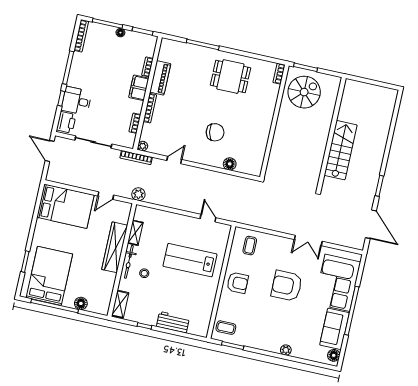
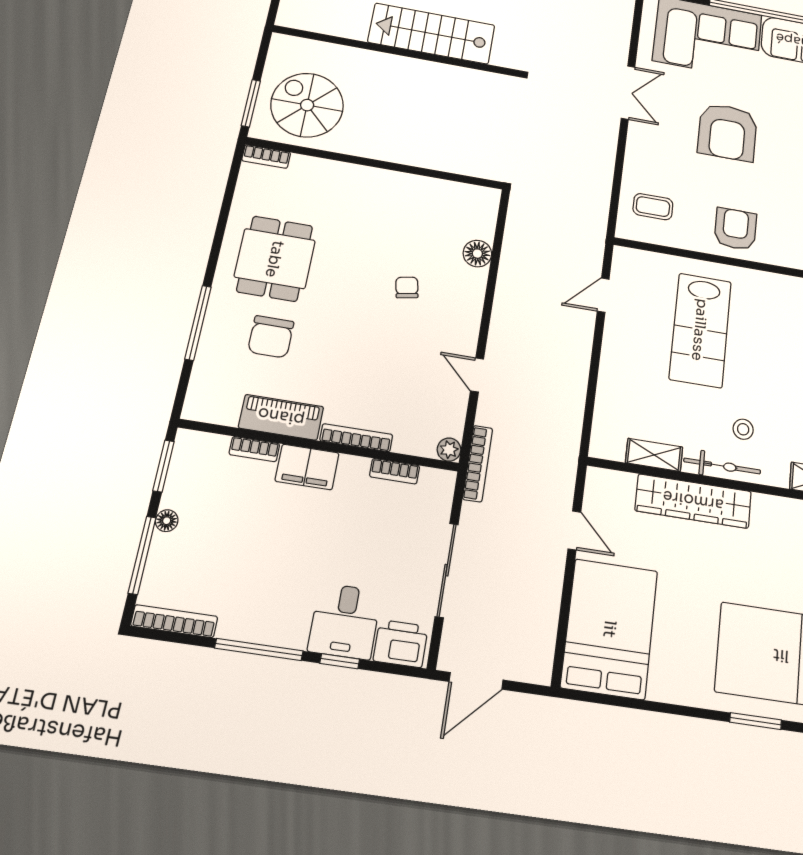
chair: (195, 74) -> (271, 337), added
chair: (215, 132) -> (407, 287), width x0.54, depth x0.54
plant: (138, 194) -> (564, 453), removed

